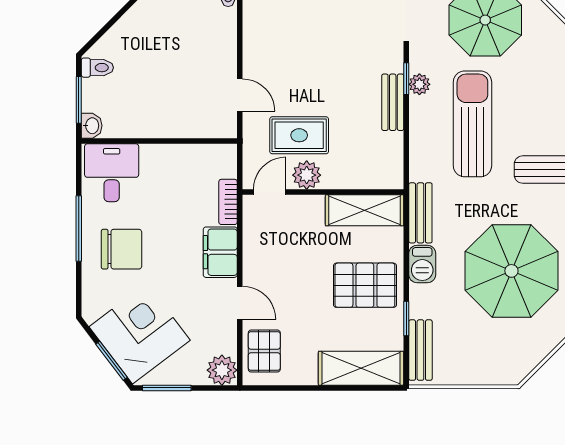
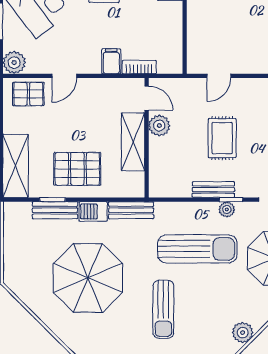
rug: (299, 135) -> (222, 138), moved
shelving: (364, 210) -> (133, 142), moved
filing cabinet: (220, 252) -> (111, 61), width x0.50
pallet: (365, 285) -> (77, 169), turned 90
bench: (420, 350) -> (55, 210), moved

